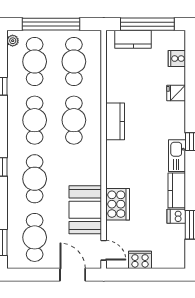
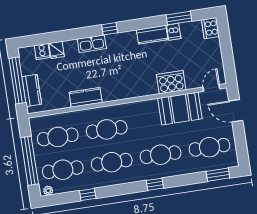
fridge: (176, 93) -> (57, 50), moved
kitchen counter: (115, 121) -> (86, 97), moved
kitchen sink: (177, 156) -> (92, 44), moved
cooker: (140, 260) -> (210, 28), moved
door: (73, 275) -> (236, 111), hinge flipped

